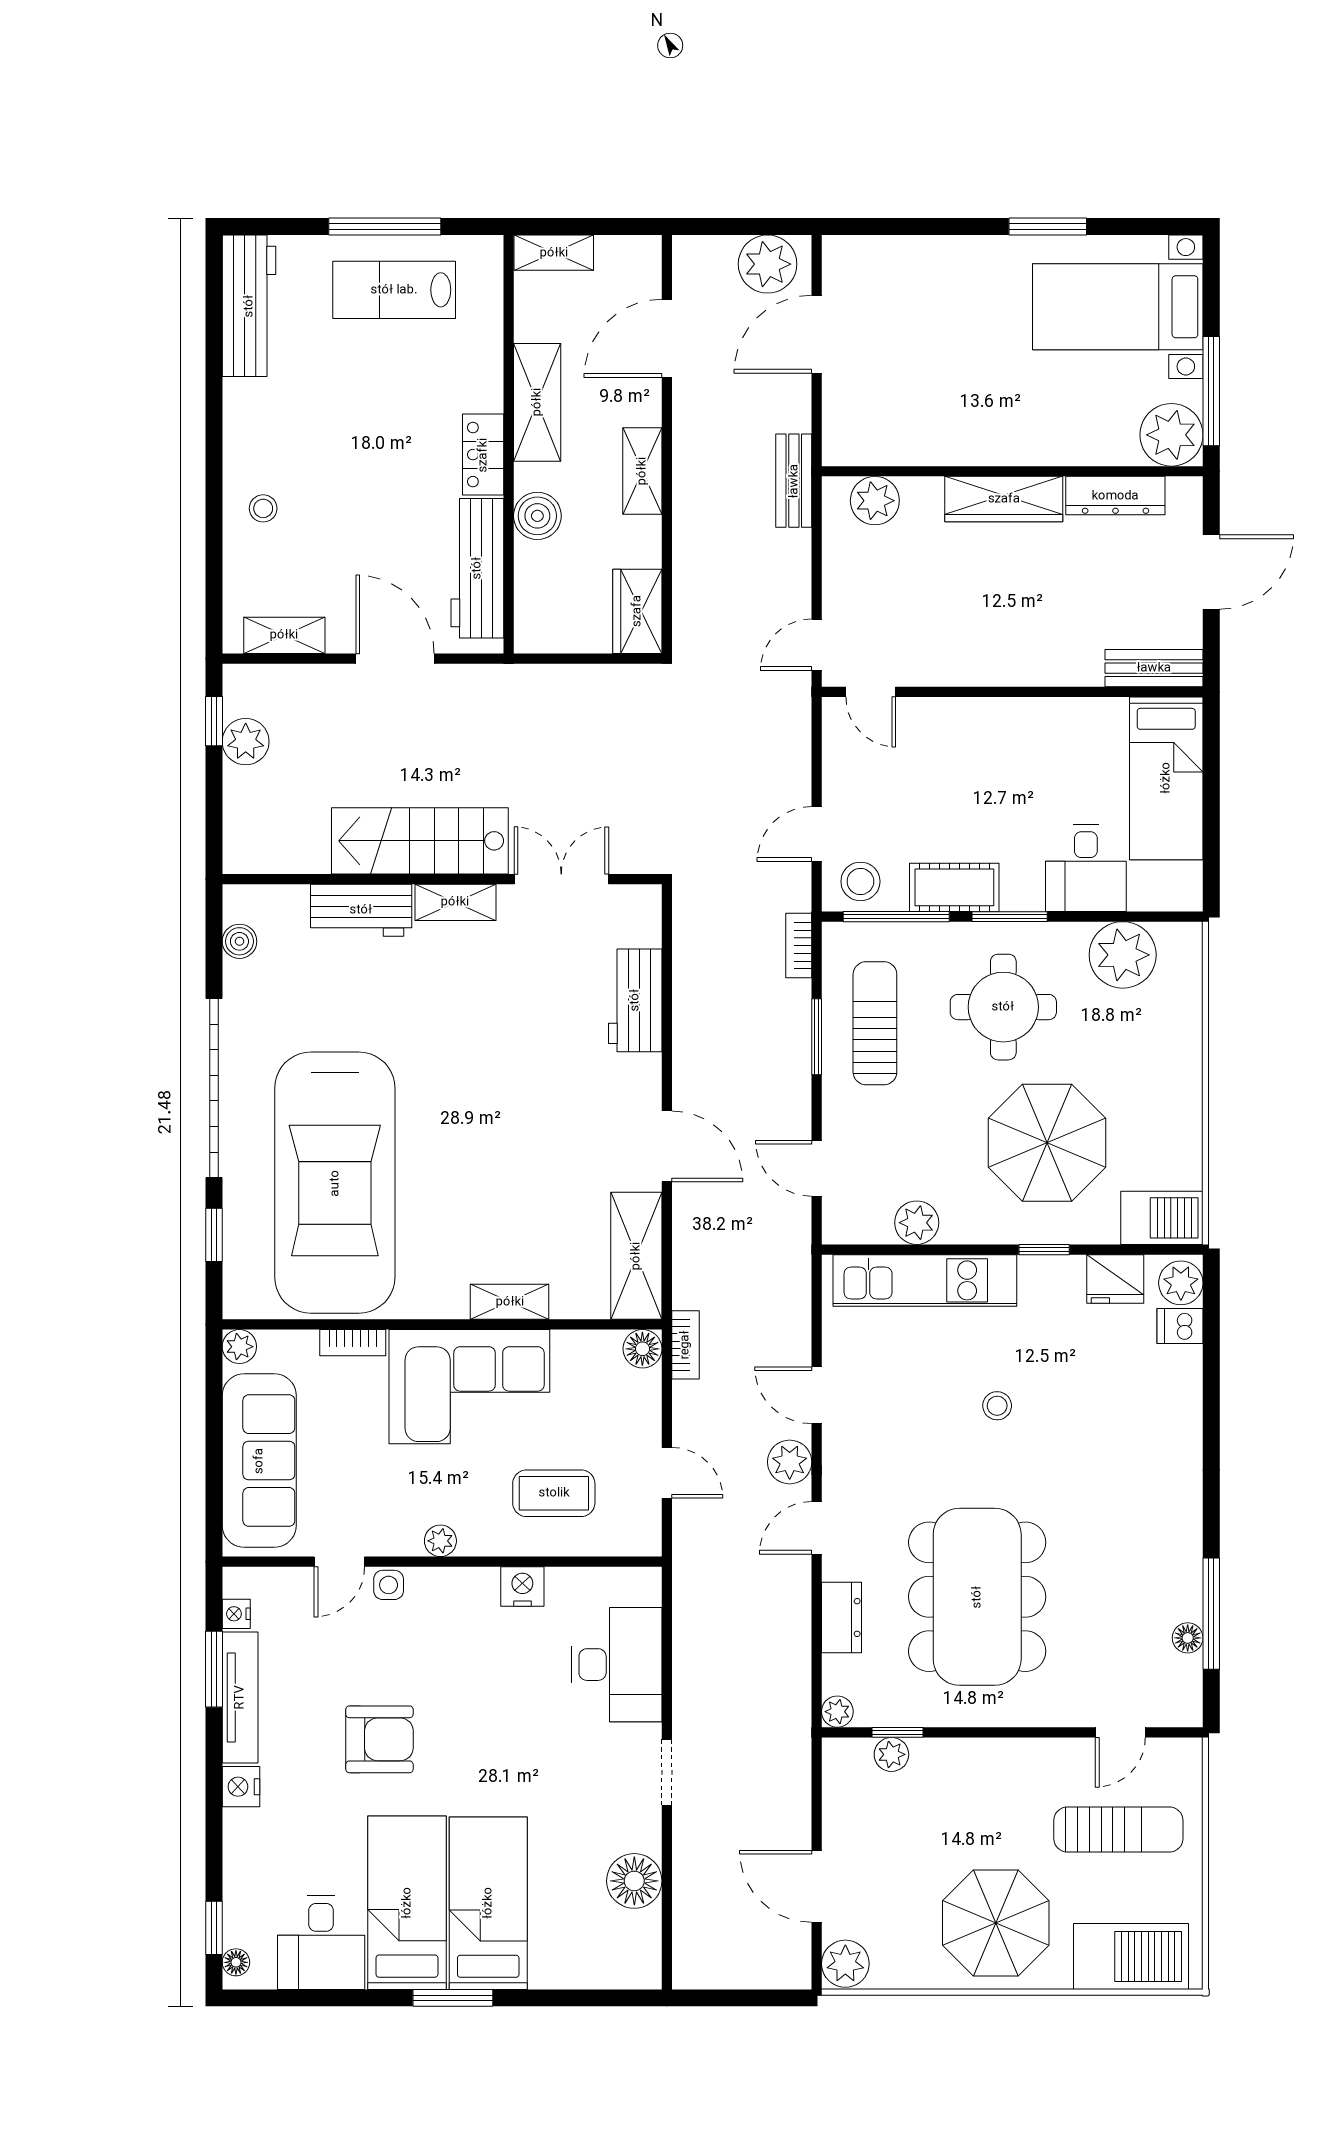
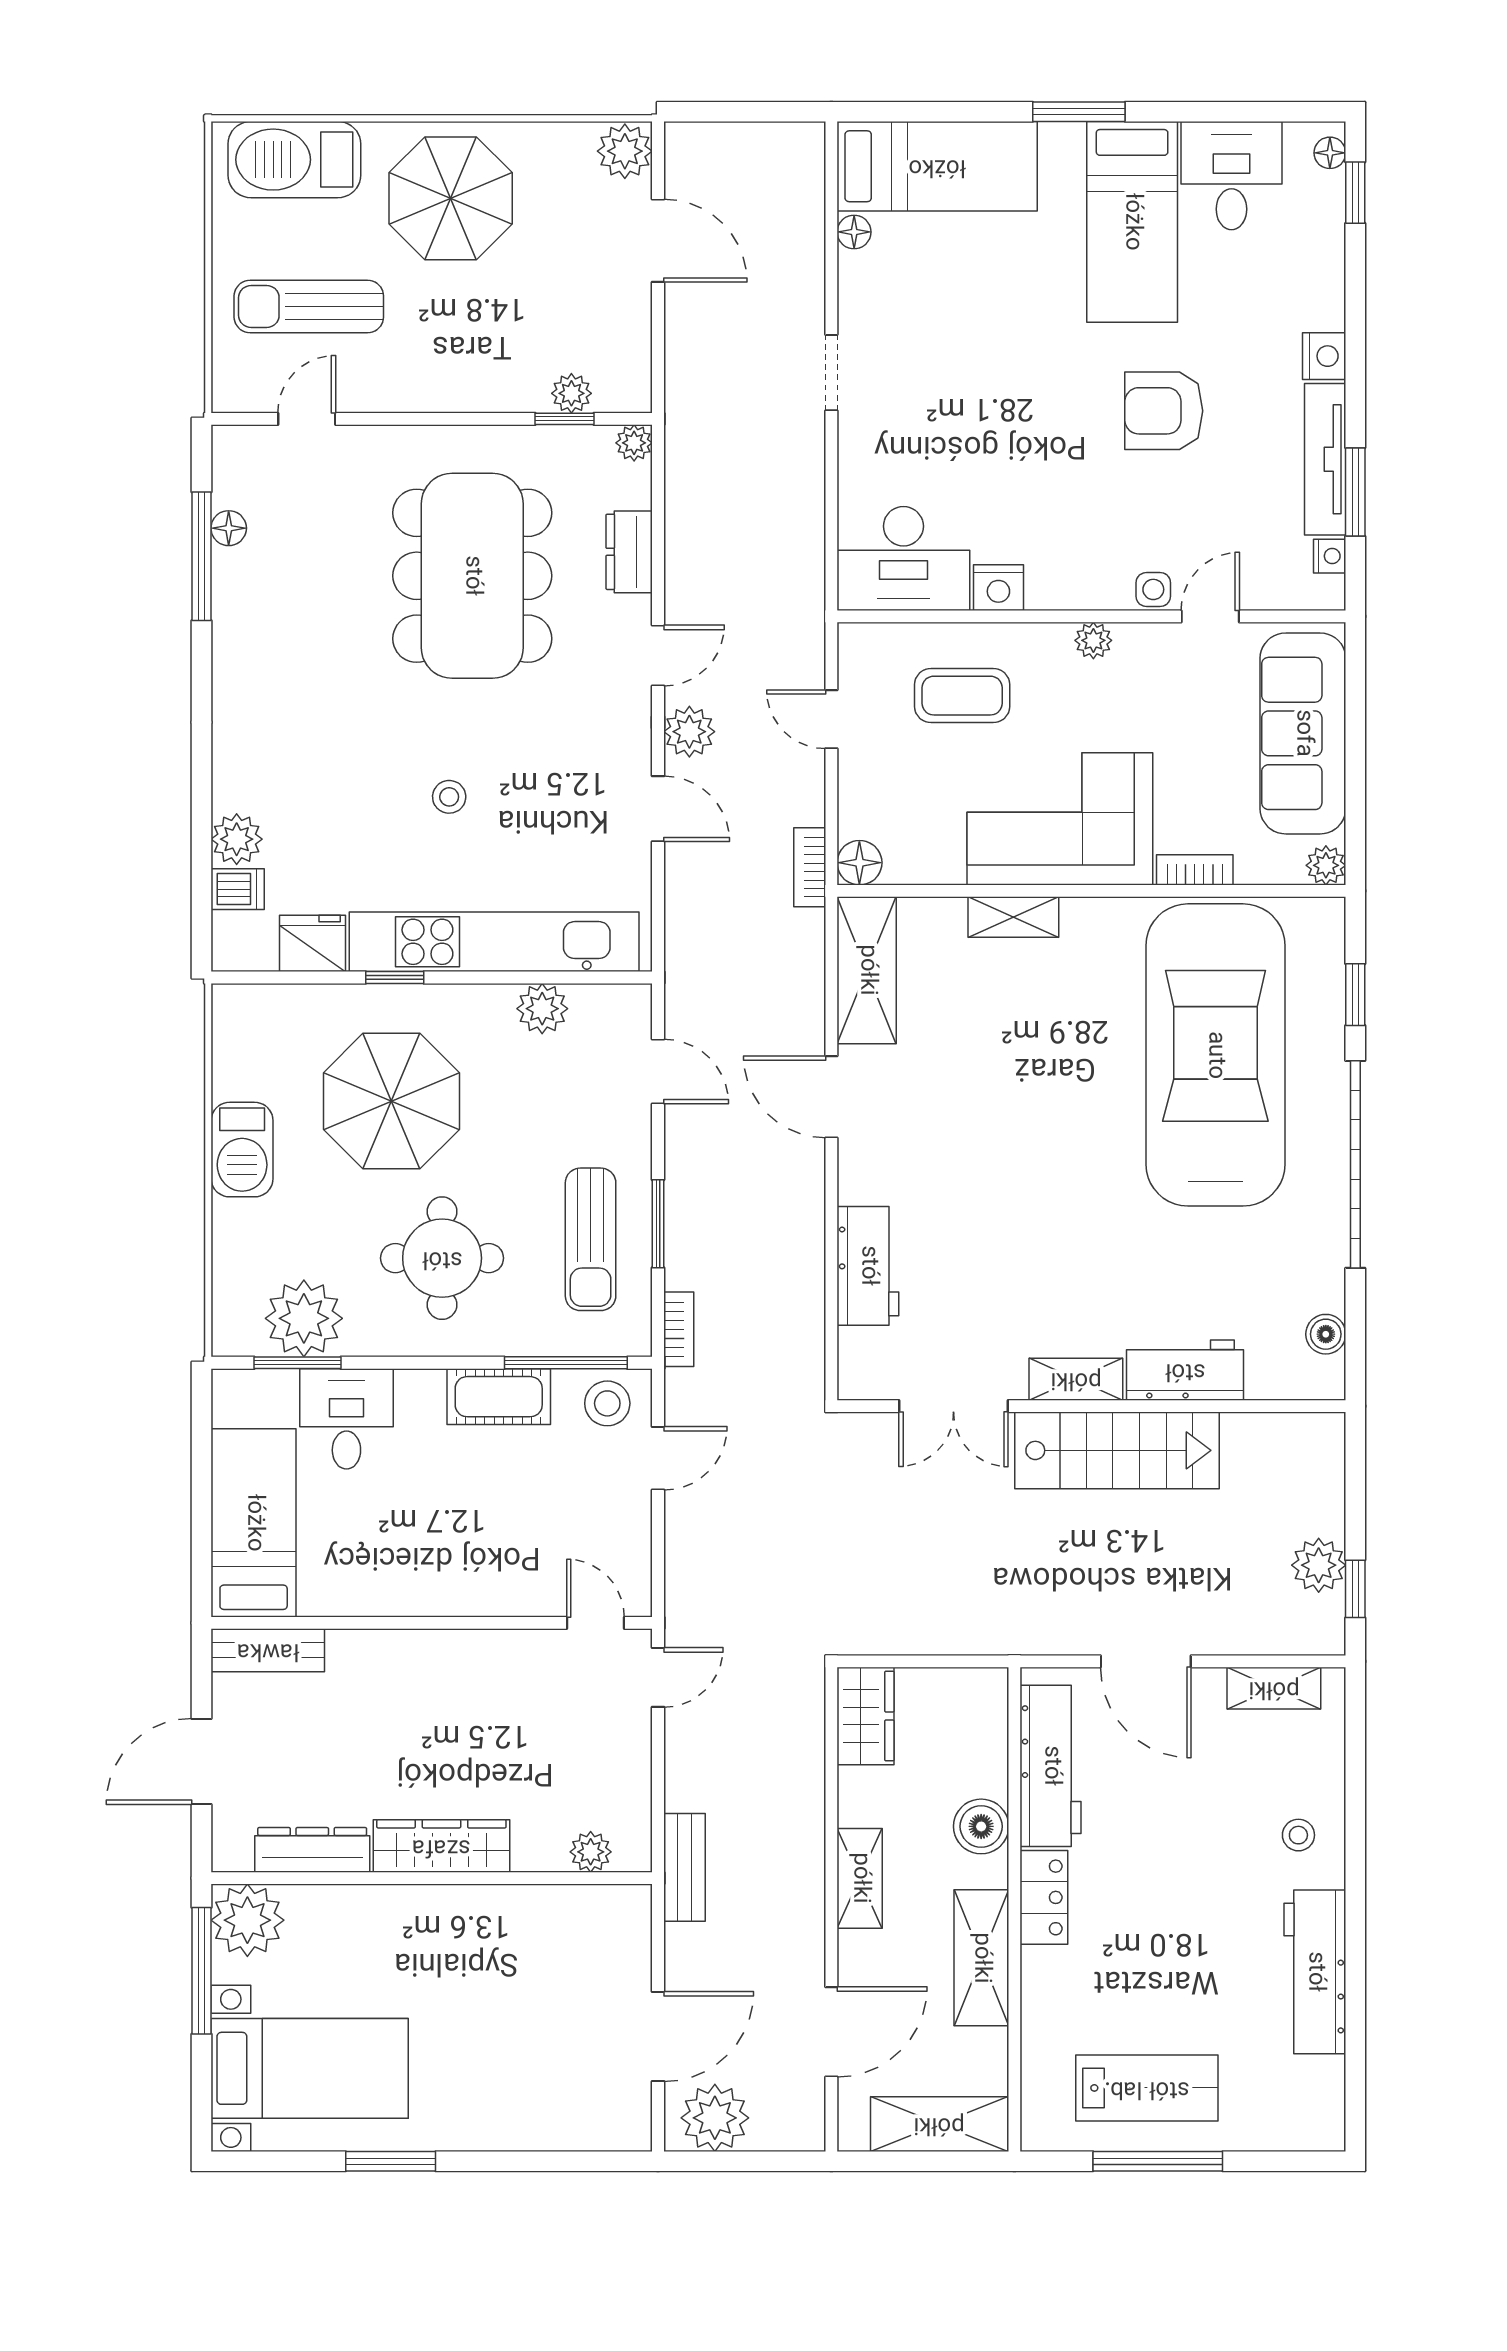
shelving: (554, 253) -> (939, 2124), width x1.50, depth x1.33
workbench: (249, 306) -> (1315, 1972), moved
plant: (875, 501) -> (591, 1852), width x0.73, depth x0.73
window: (1010, 917) -> (297, 1363), moved
barbecue: (1162, 1218) -> (242, 1150), moved, turned -90
kitchen unit: (925, 1280) -> (494, 942), width x1.36
plant: (1181, 1283) -> (237, 839), moved
desk: (617, 1665) -> (903, 558), moved, turned -90
floor lamp: (634, 1881) -> (854, 232), width x0.53, depth x0.53
bed: (488, 1903) -> (937, 166), moved, turned -90

